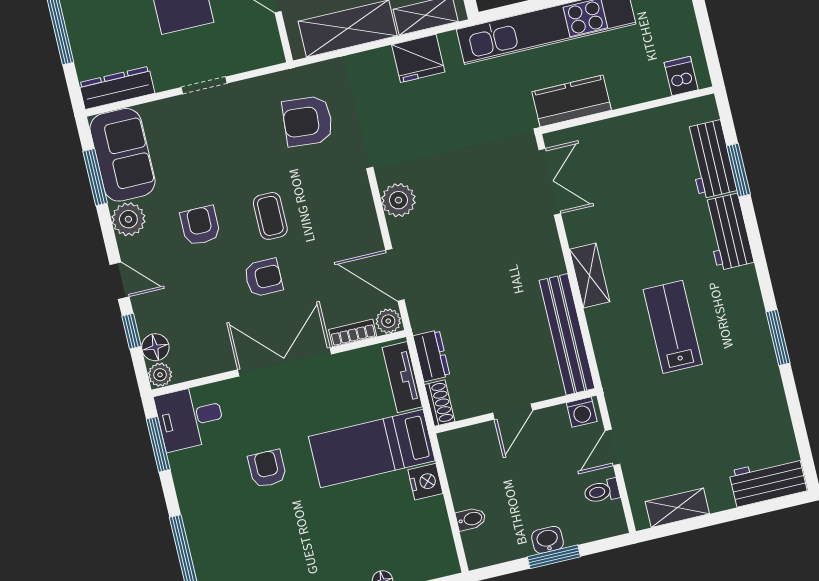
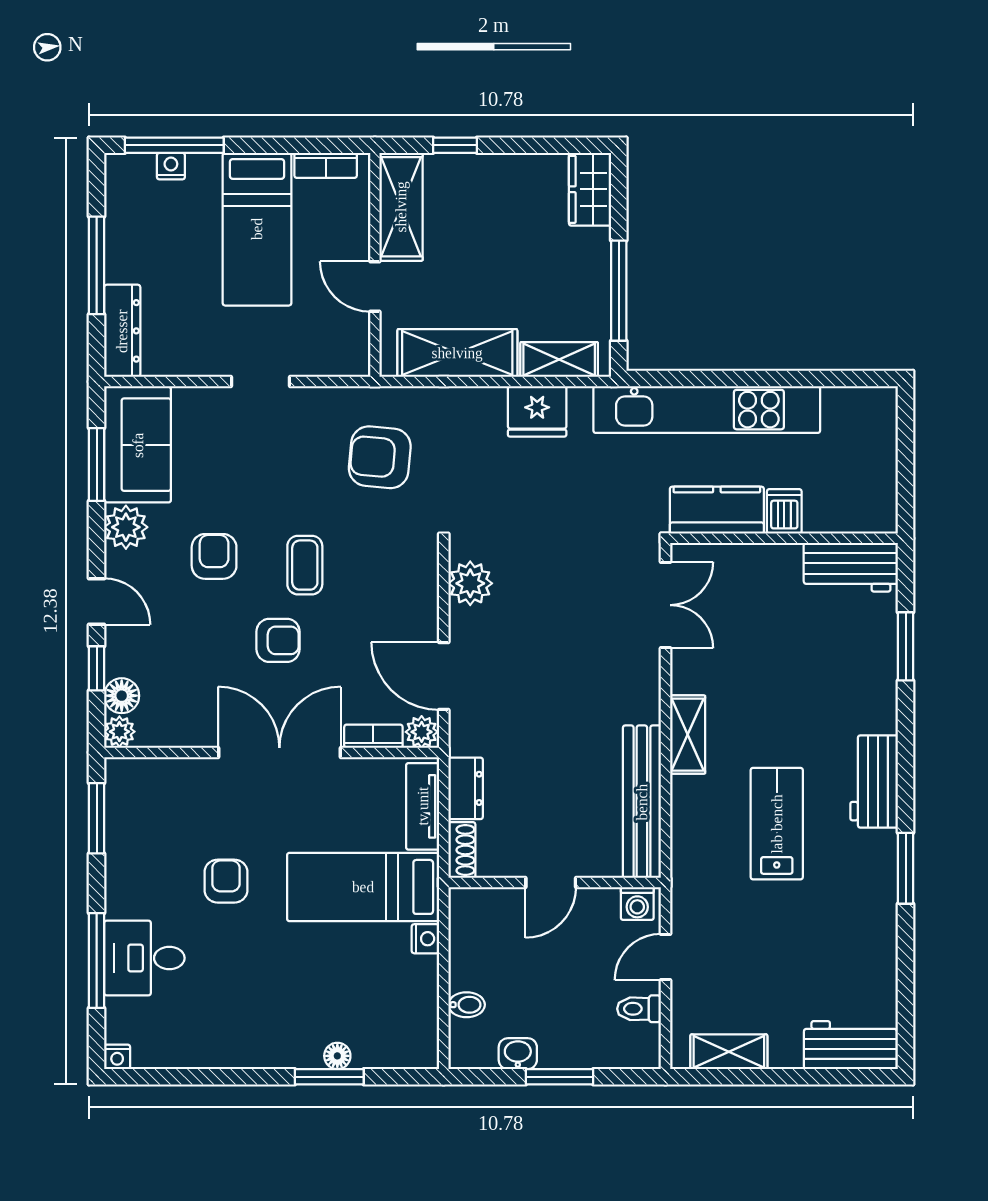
dishwasher: (681, 76) -> (784, 511), moved
dresser: (117, 88) -> (122, 331), moved, turned 90
workbench: (710, 159) -> (851, 567), moved, turned -90
workbench: (728, 232) -> (874, 782), moved
desk: (190, 418) -> (144, 958), moved
nightstand: (425, 482) -> (425, 939), width x0.72, depth x0.74
washbasin: (548, 540) -> (518, 1054), moved

